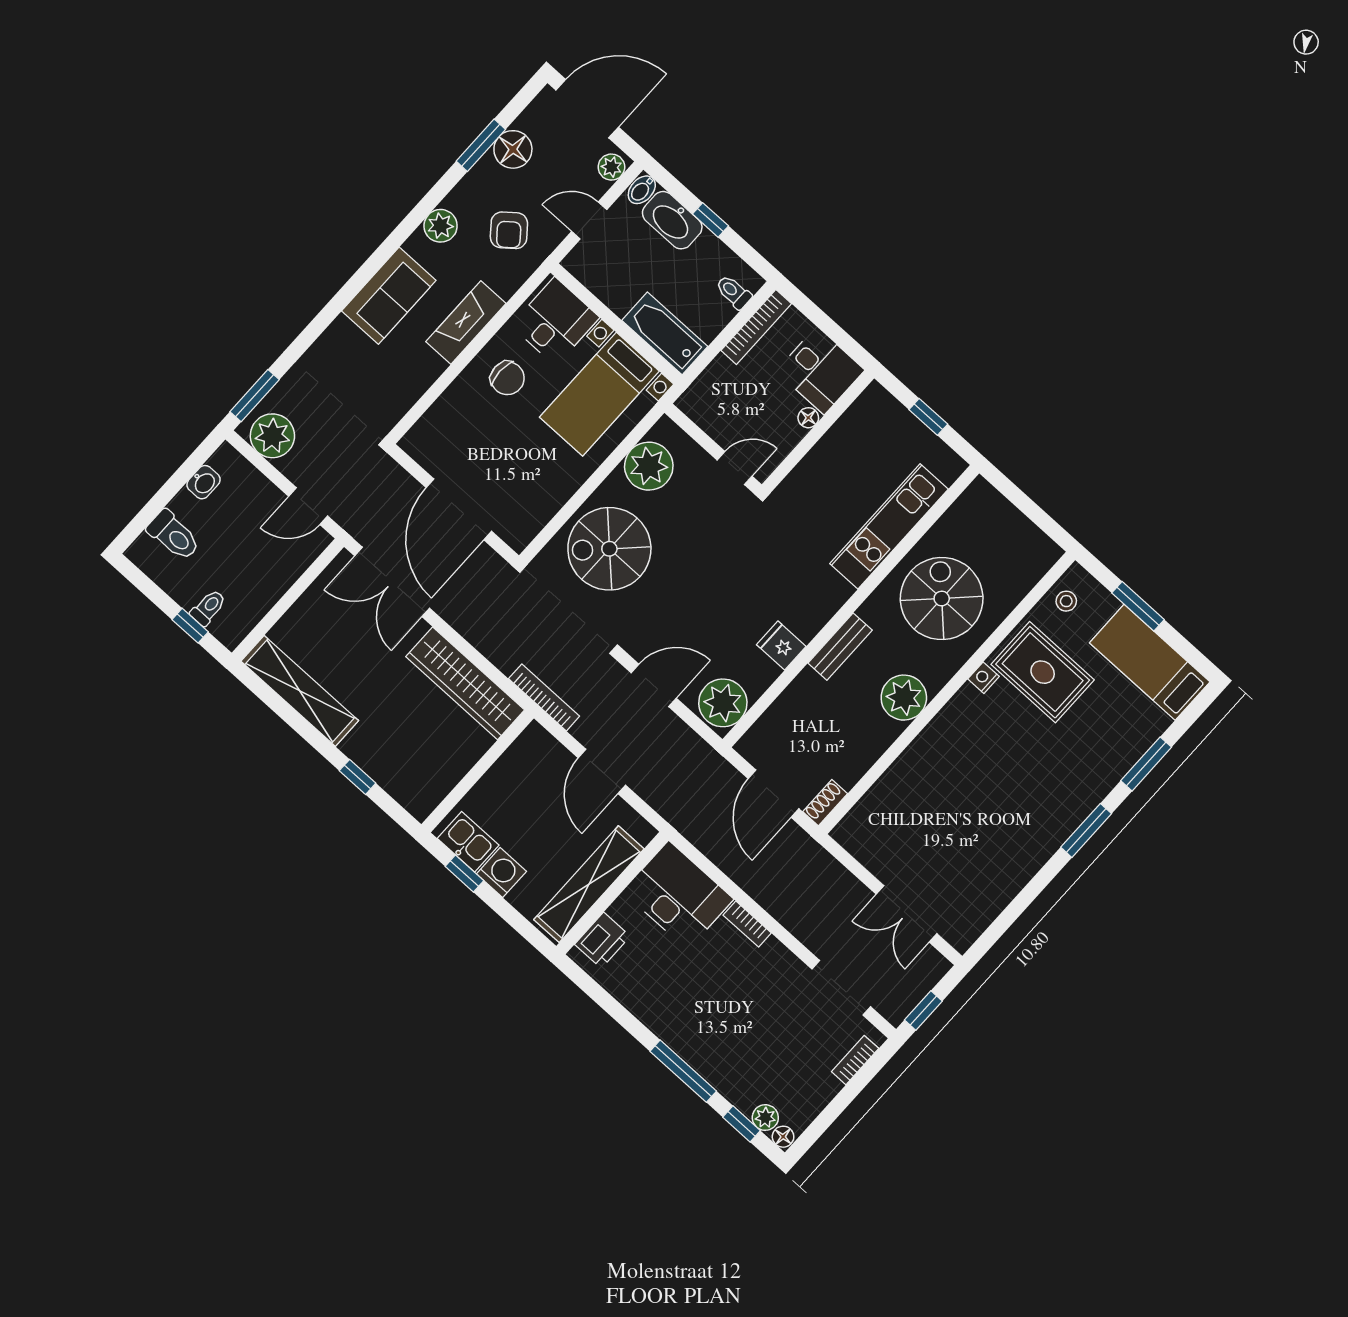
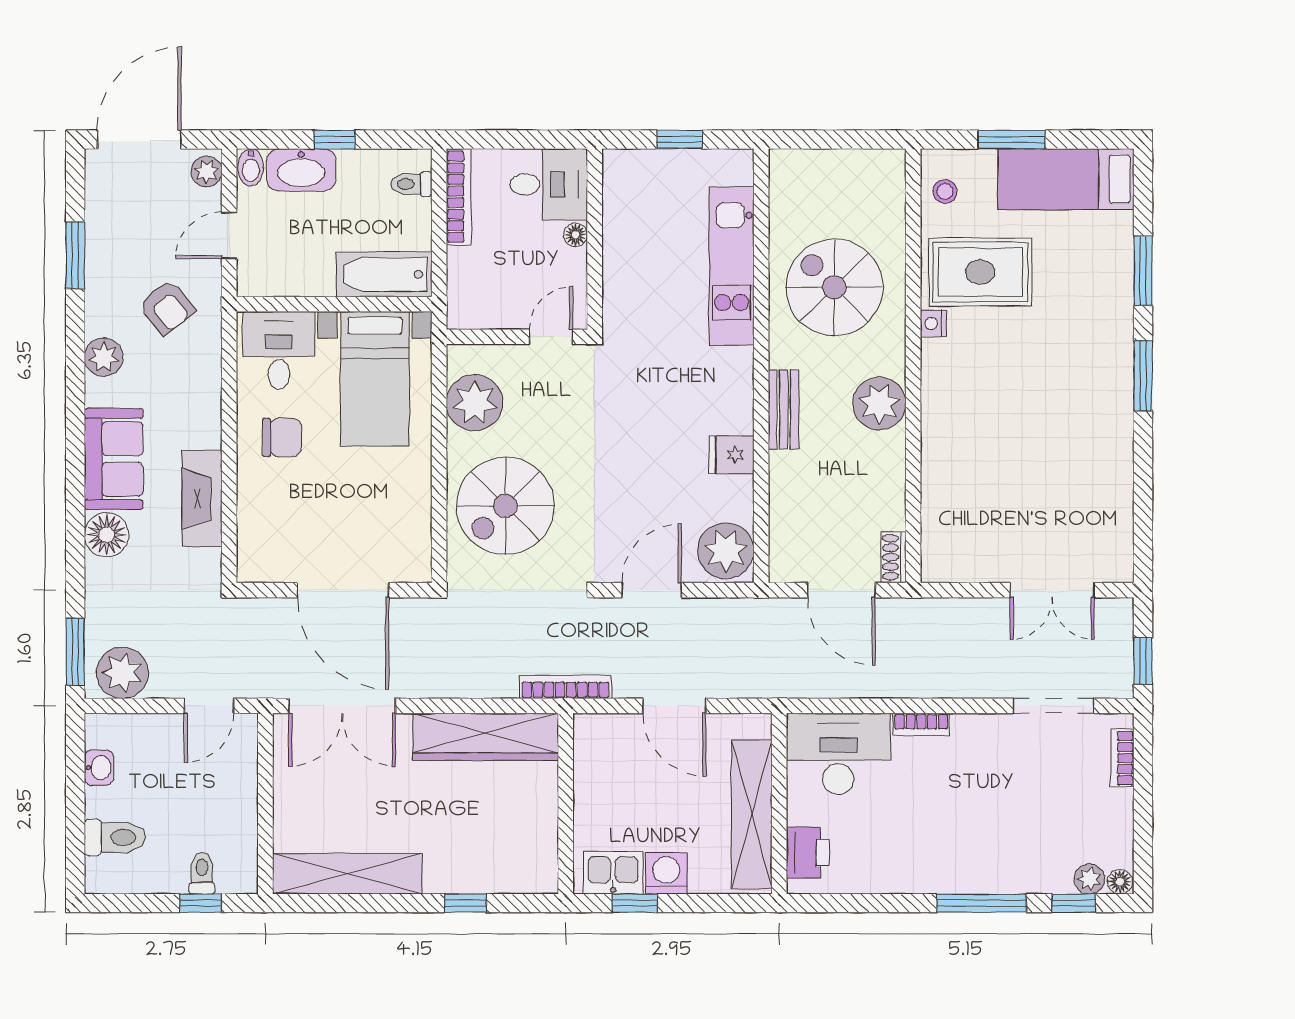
floor lamp: (513, 149) -> (107, 535), moved
fireplace: (466, 323) -> (202, 499), moved

